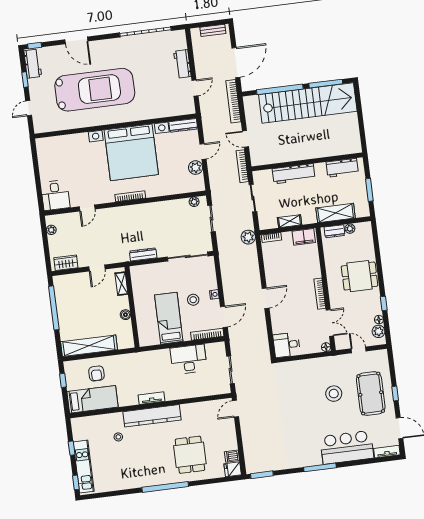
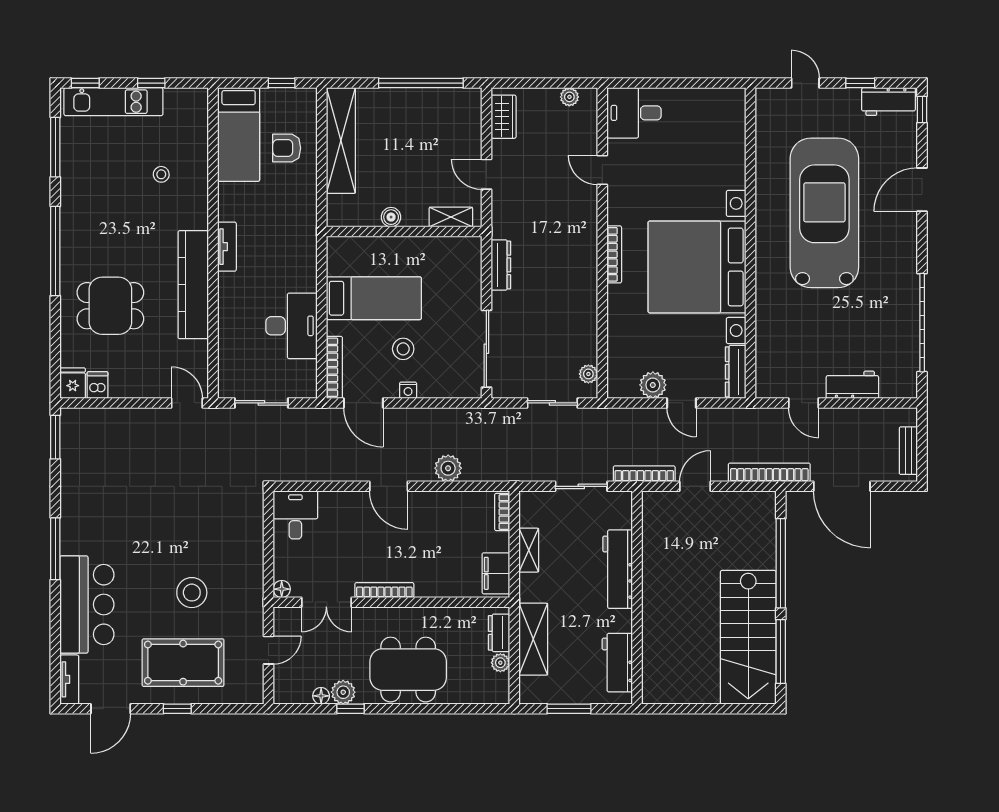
car: (95, 90) -> (824, 213), turned 180
stairs: (308, 103) -> (748, 637), width x0.73
plant: (248, 237) -> (448, 468), moved
dining table: (360, 276) -> (408, 670), width x1.38
plant: (379, 331) -> (343, 692), moved
kitchen counter: (152, 416) -> (193, 285), moved
window: (111, 494) -> (55, 147), added

